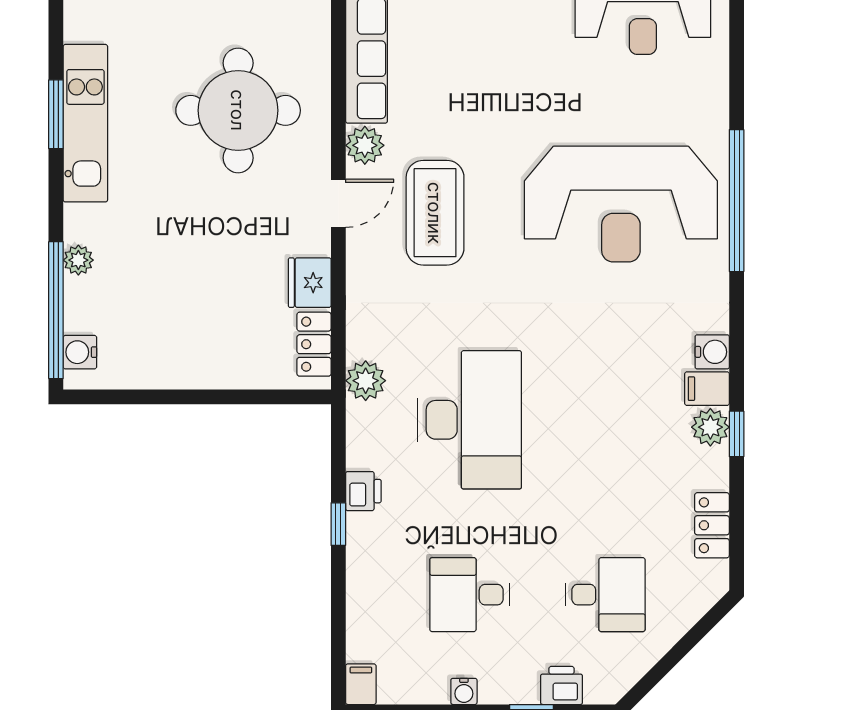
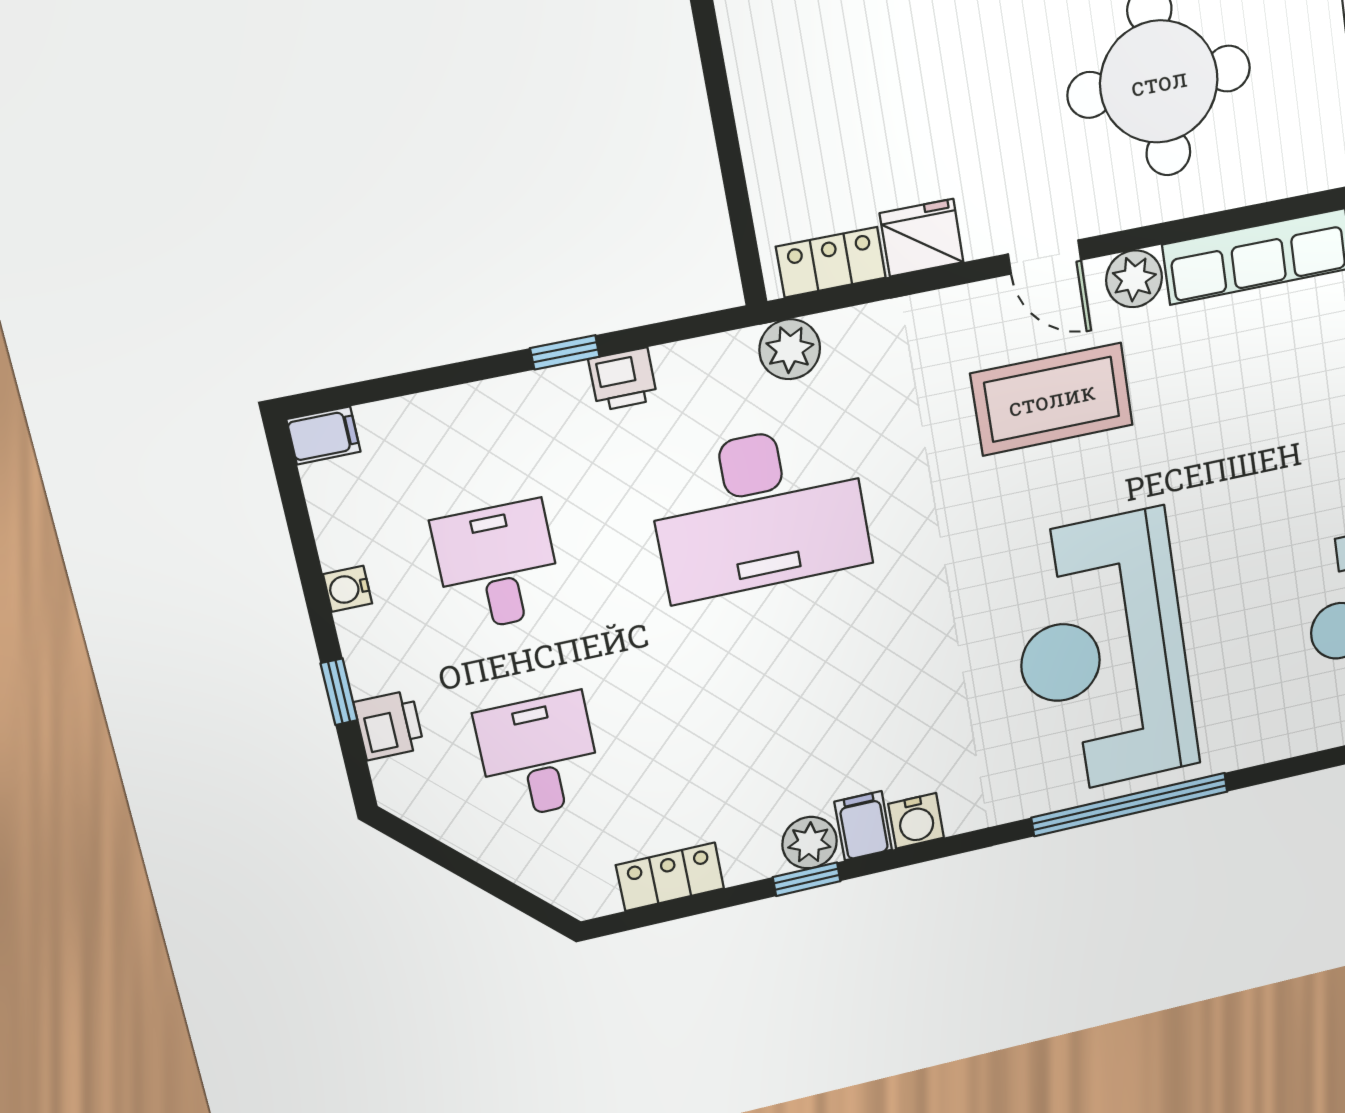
desk: (605, 595) -> (539, 756), turned 180

